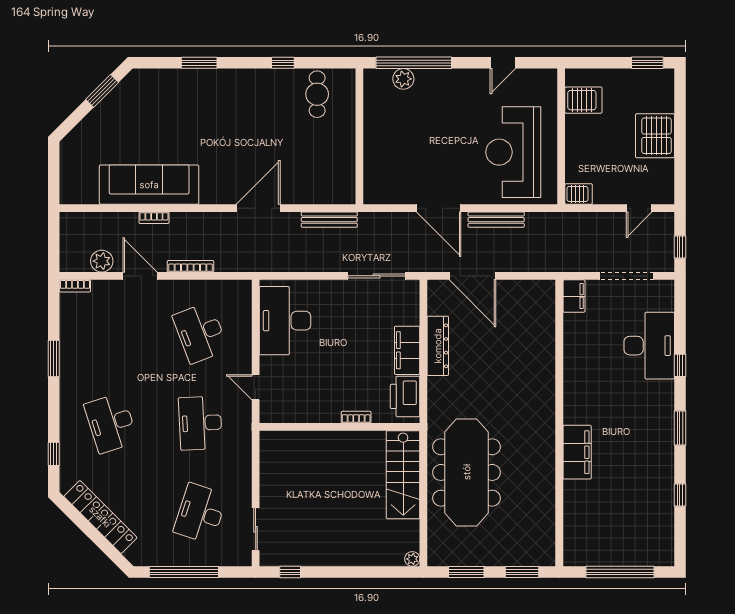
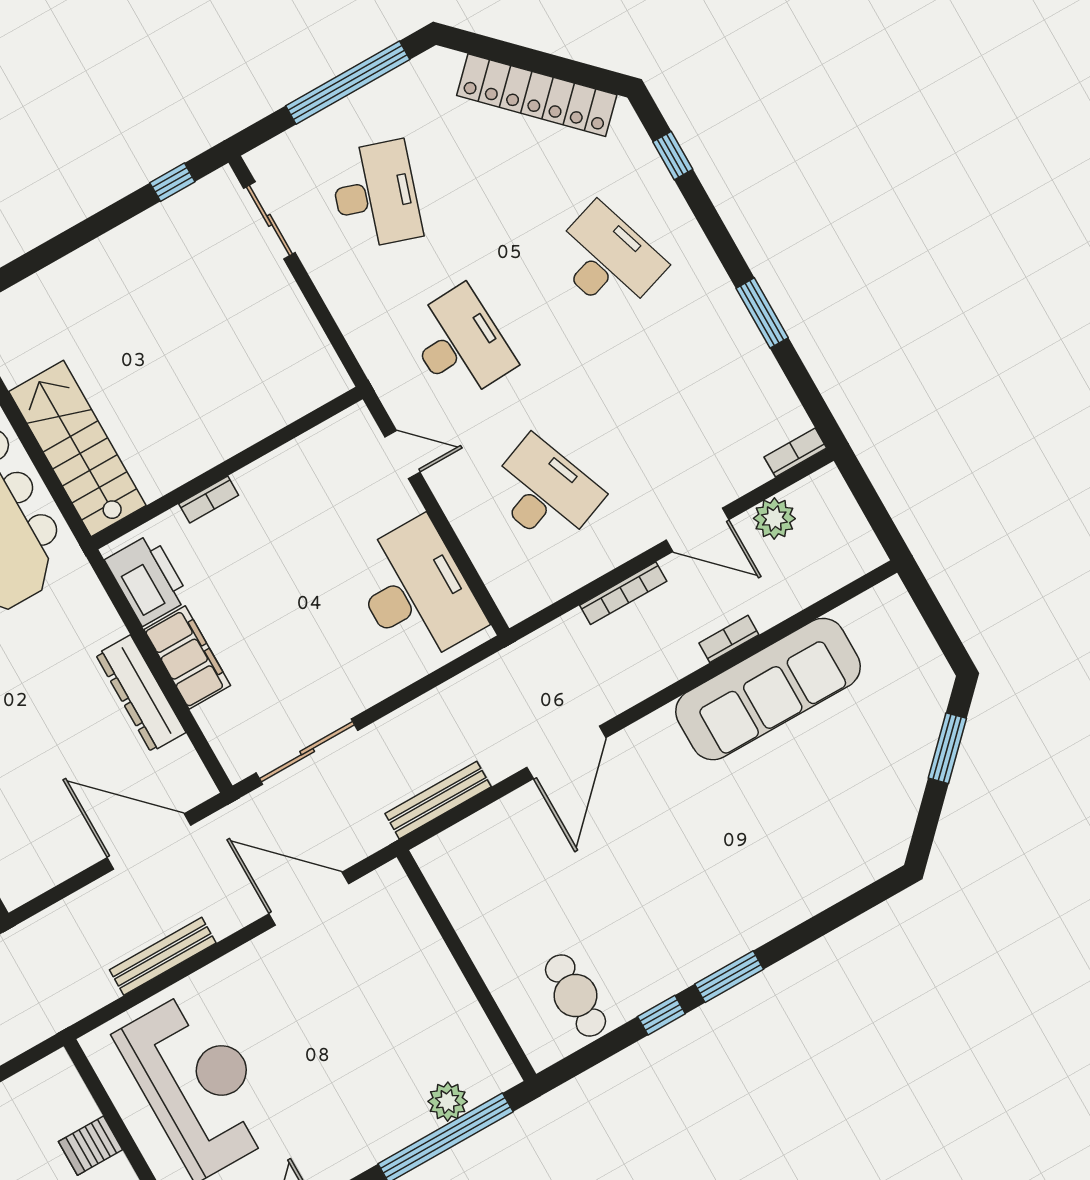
window: (199, 63) -> (729, 977), moved
window: (102, 91) -> (947, 748), moved
server rack: (579, 194) -> (91, 1146), moved
door: (439, 208) -> (309, 899), moved

